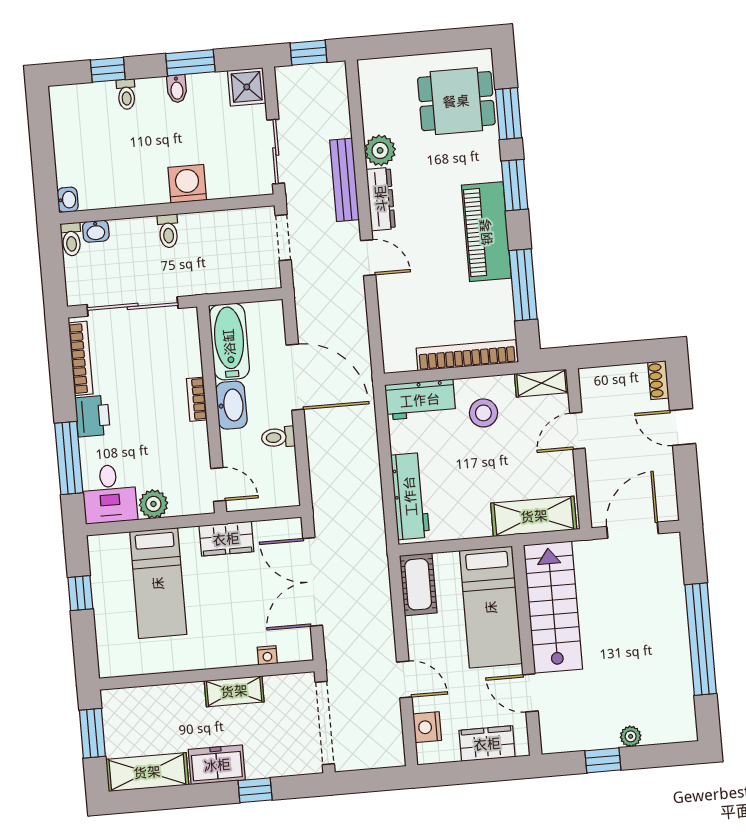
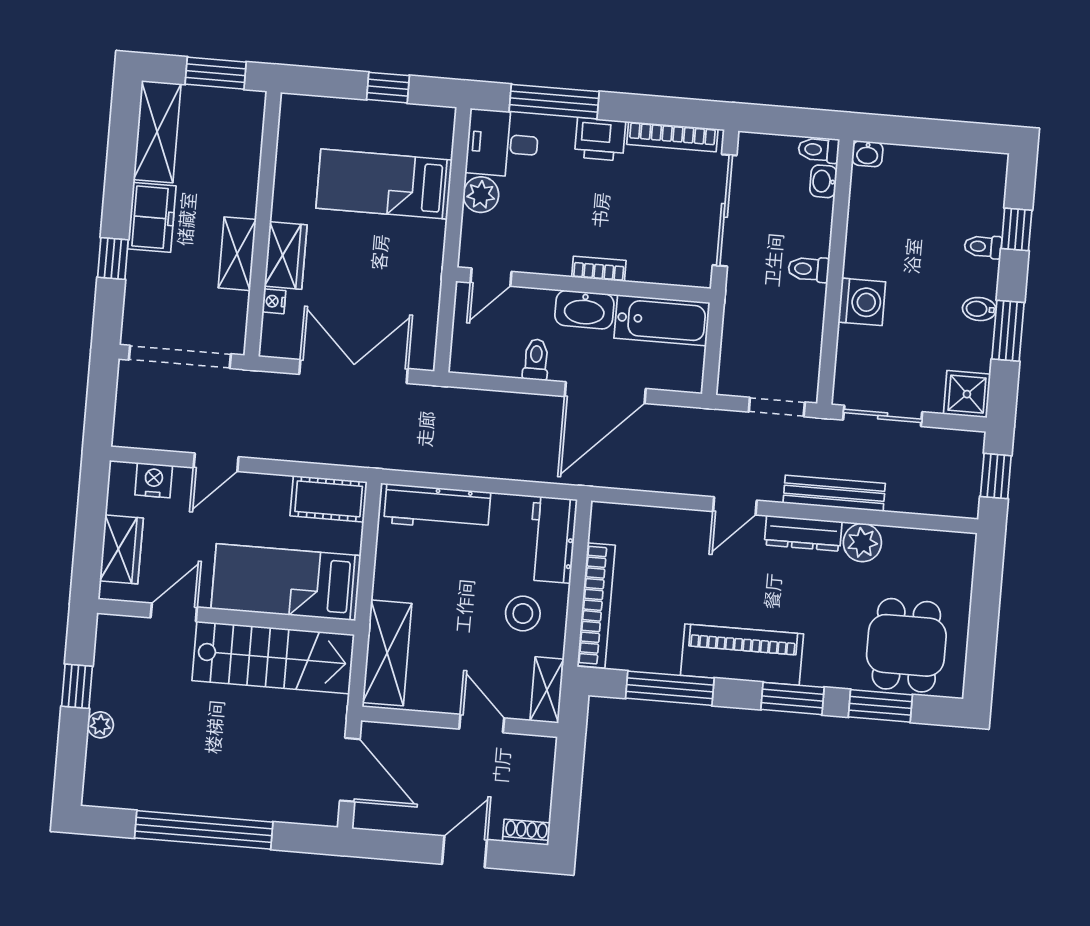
wardrobe: (226, 539) -> (286, 255), moved, turned 180

